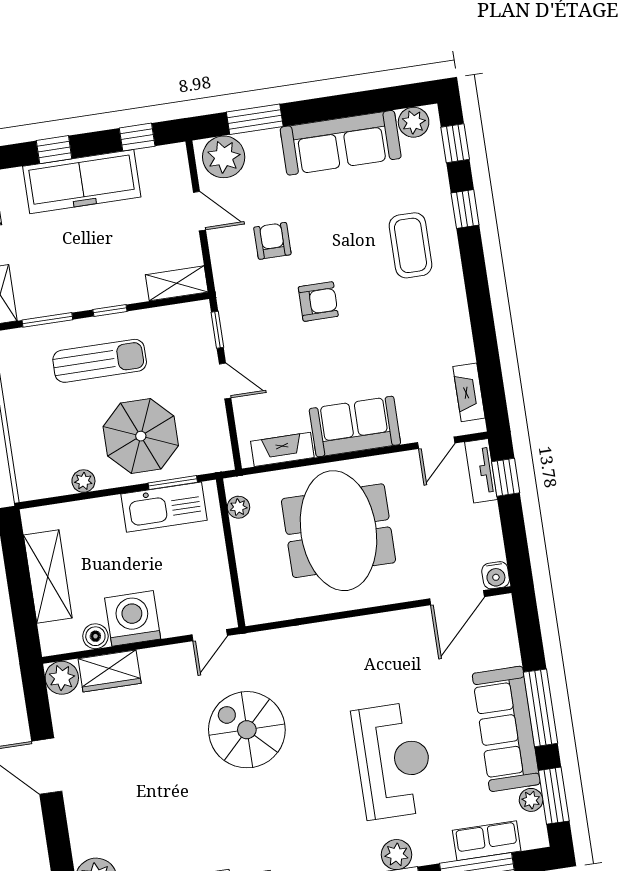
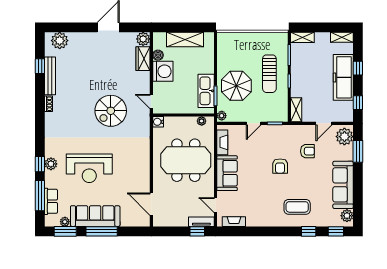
plant: (83, 481) -> (222, 116), moved
water cooler: (496, 575) -> (158, 122), moved
spiral stairs: (247, 730) -> (111, 111), turned 180

